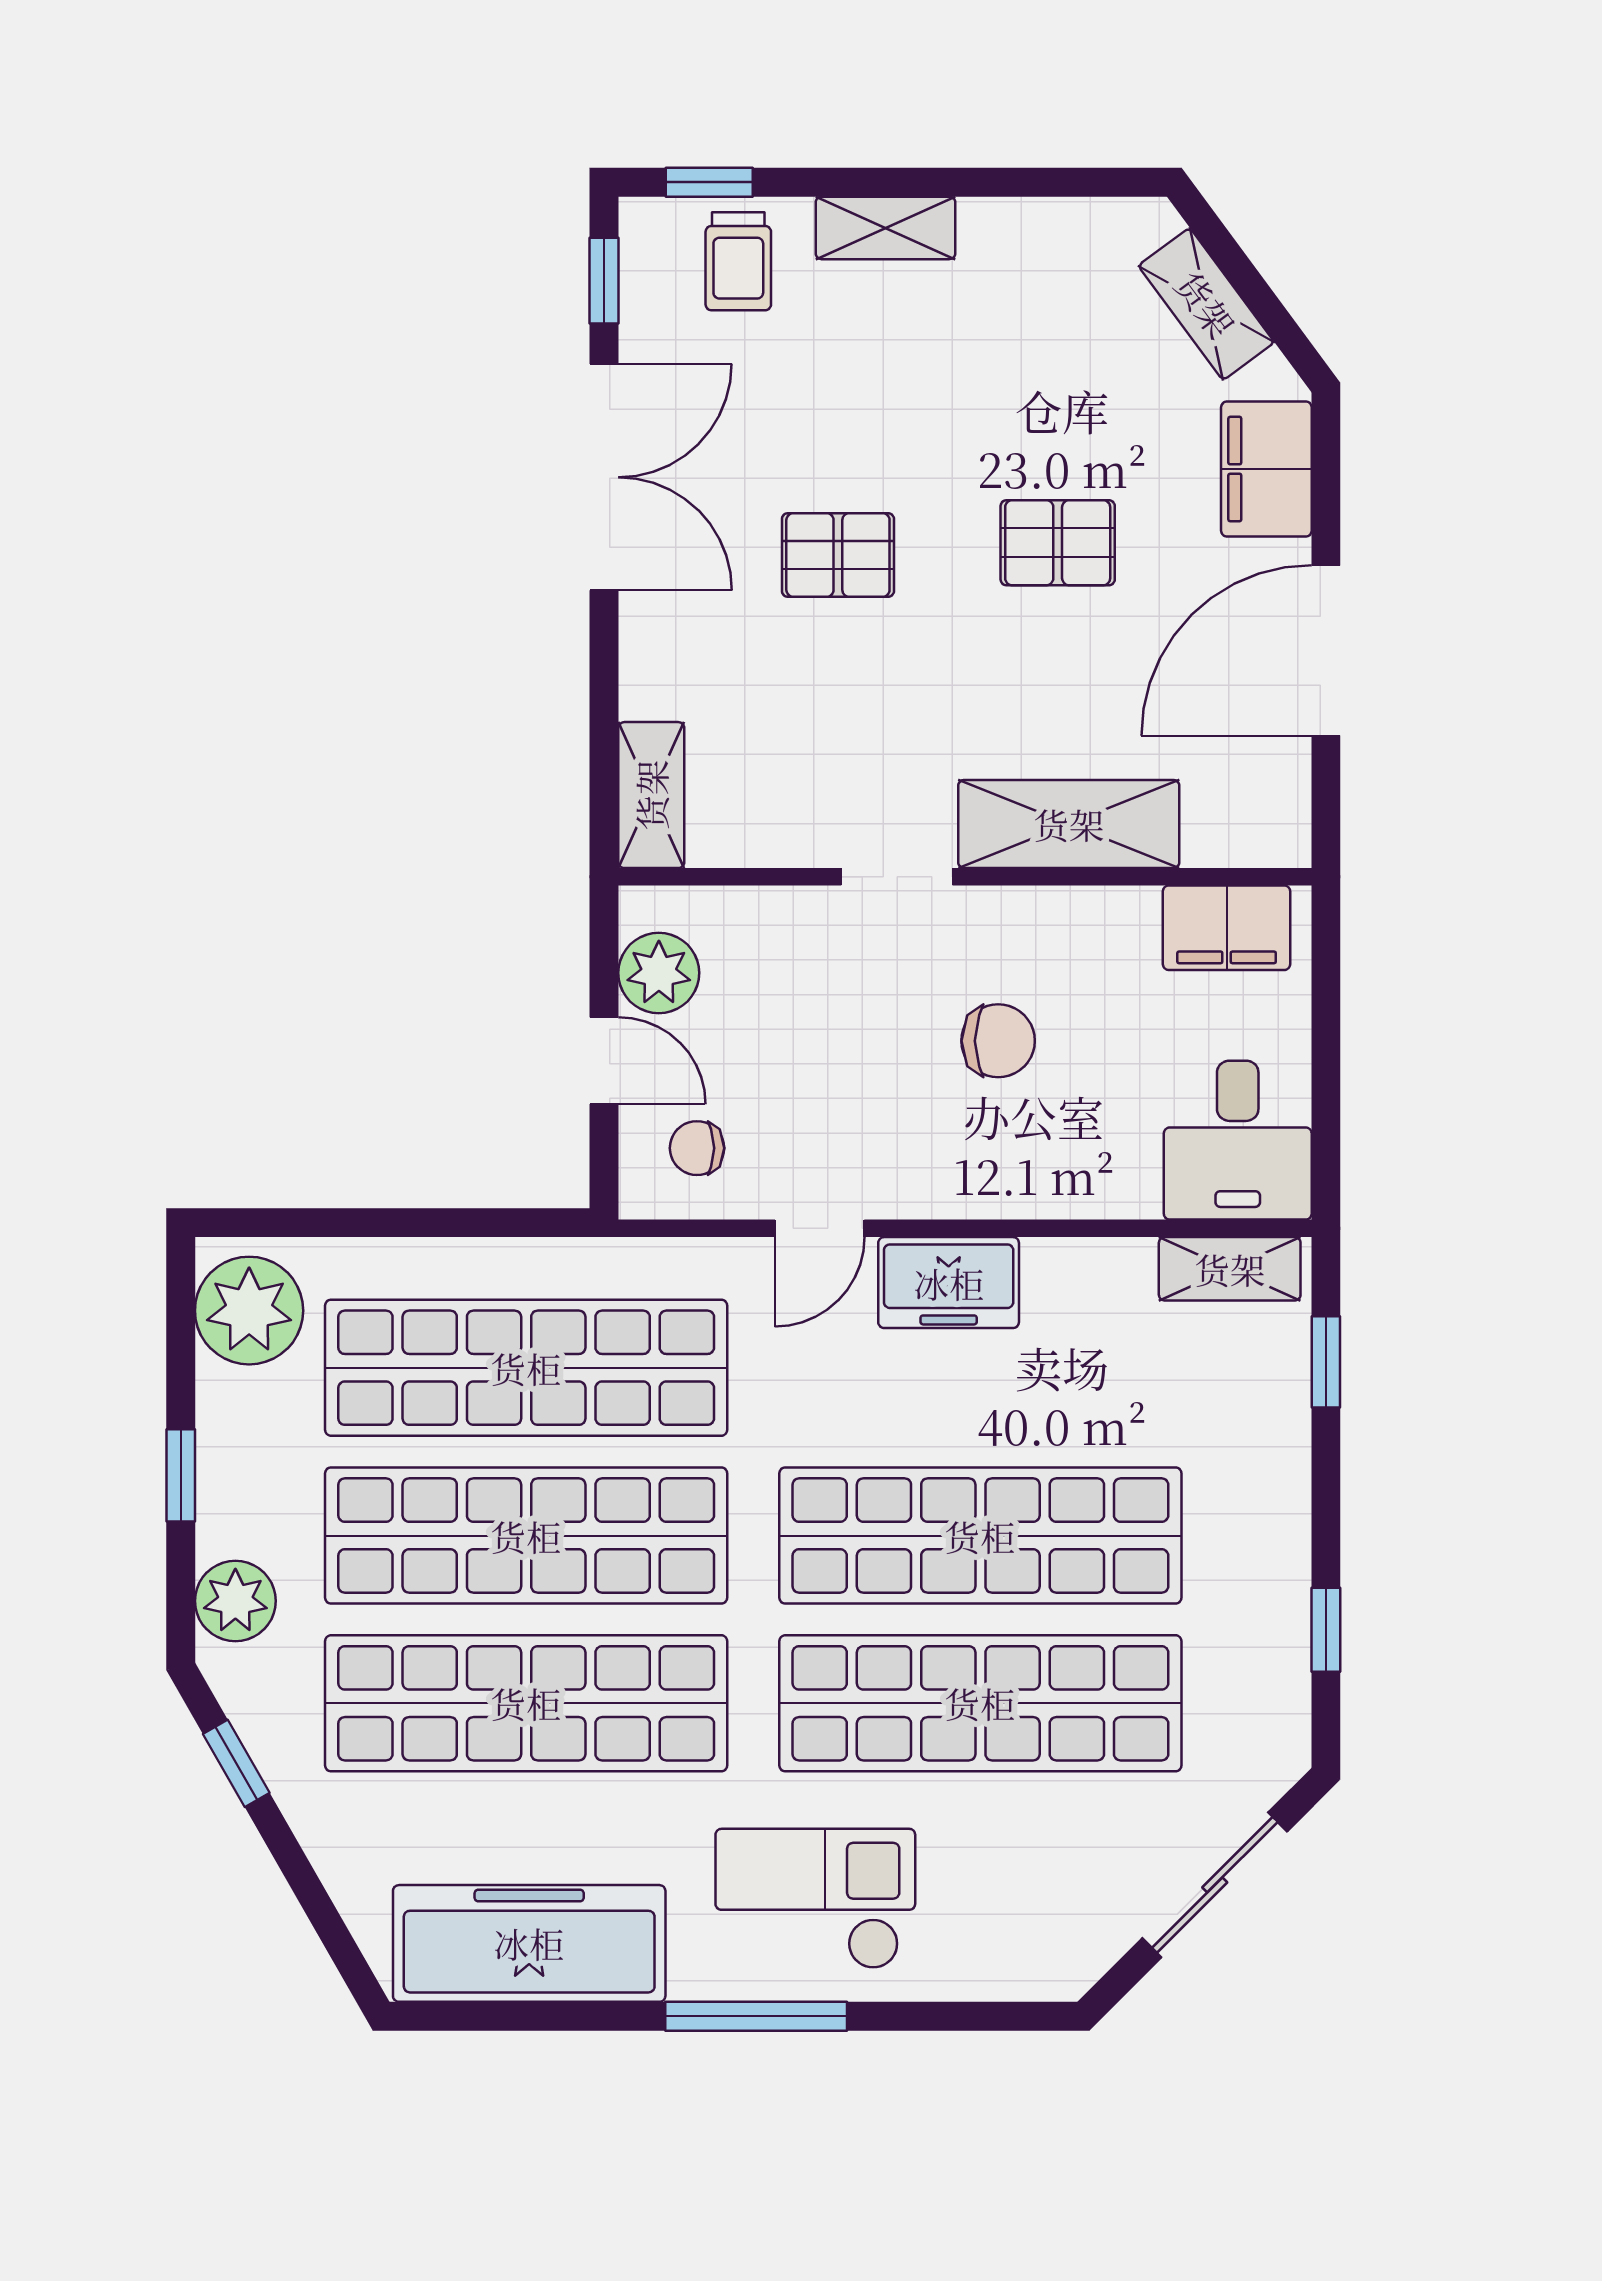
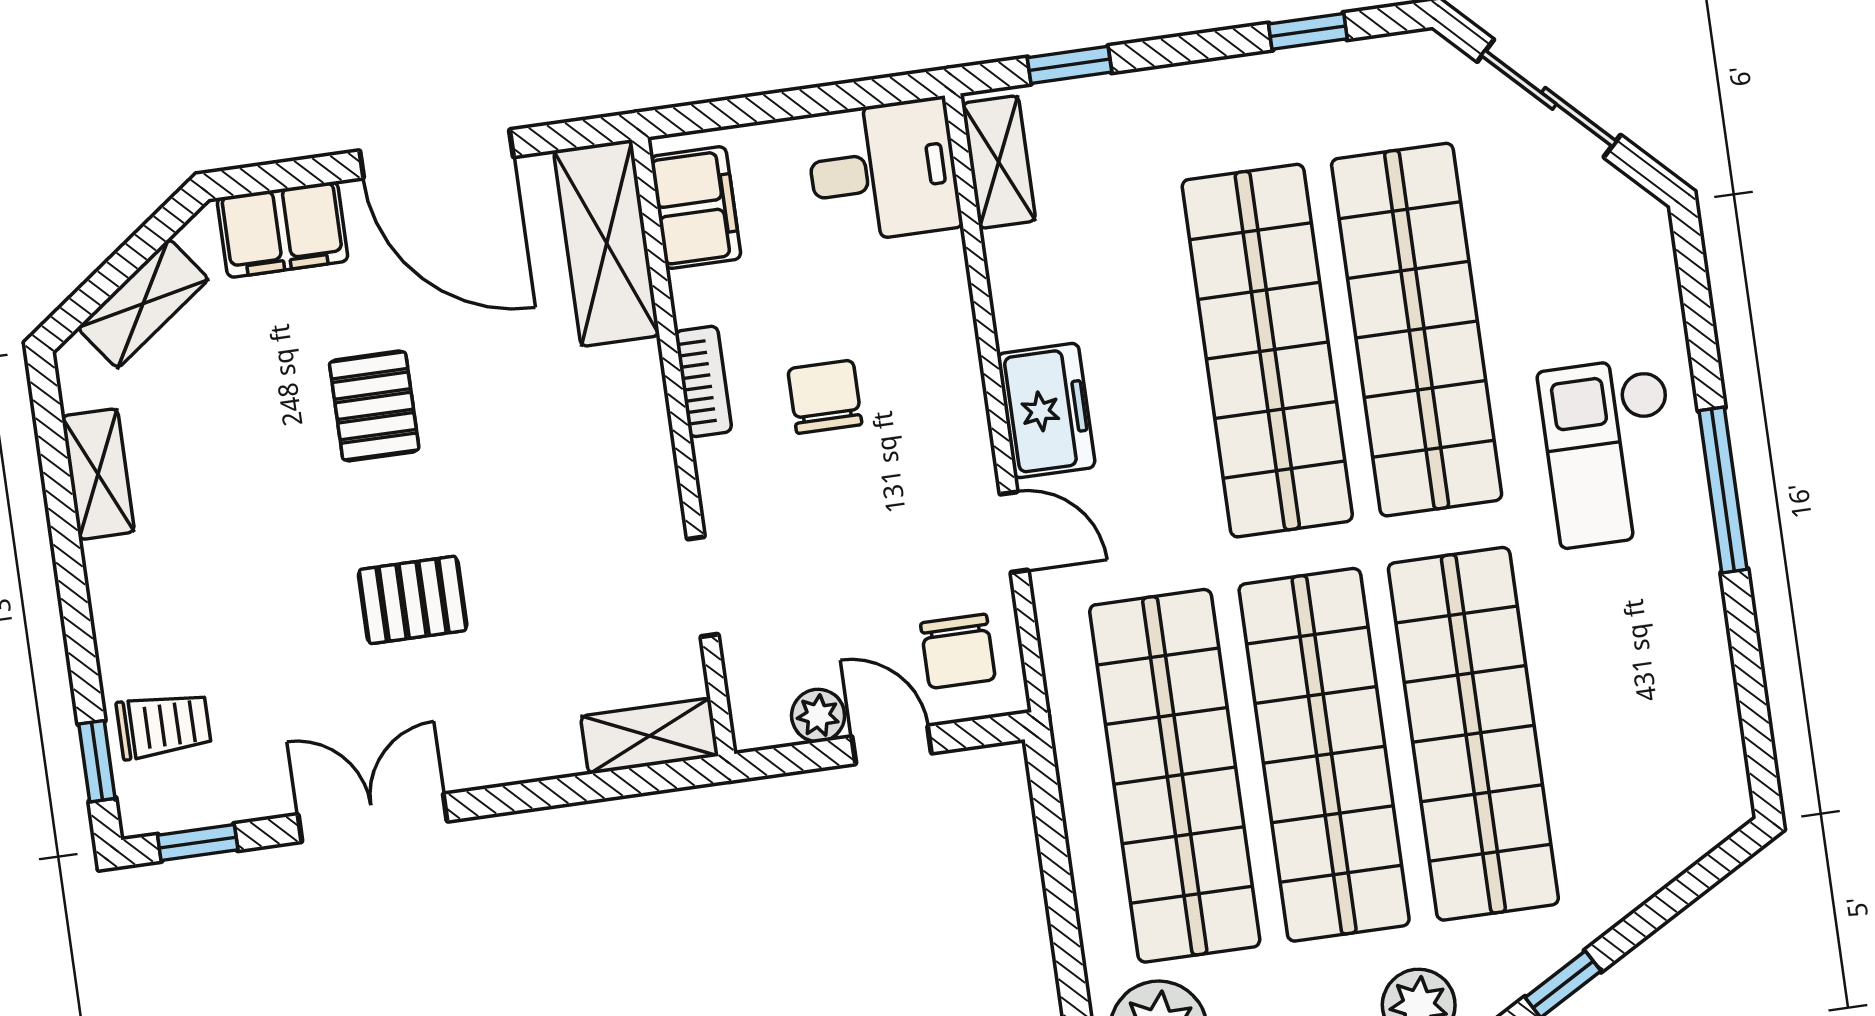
shelving: (885, 228) -> (98, 474), moved
double door: (604, 477) -> (373, 818), width x0.73
pallet: (838, 555) -> (413, 600), turned 90
shelving: (1069, 824) -> (607, 243), moved
doorway: (897, 877) -> (703, 587), moved
bookcase: (1034, 909) -> (703, 381), added
plant: (659, 973) -> (818, 716), width x0.73, depth x0.73
door: (604, 1061) -> (892, 745), hinge flipped
chair: (697, 1148) -> (958, 651), width x1.37, depth x1.37
freezer: (529, 1943) -> (1687, 701), removed

